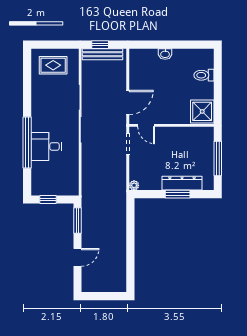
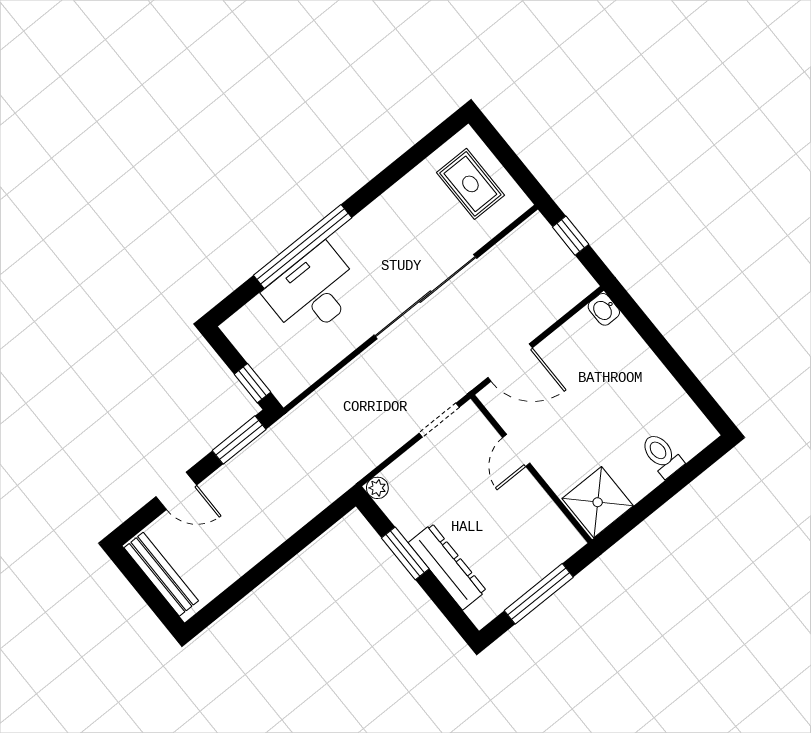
bench: (103, 54) -> (161, 574), moved
washbasin: (165, 54) -> (604, 309), moved
door: (146, 125) -> (516, 450), moved
desk: (46, 146) -> (313, 292), width x1.37
window: (178, 194) -> (405, 553), moved
window: (48, 199) -> (252, 383), moved

